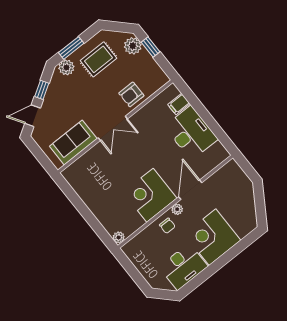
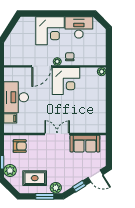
armchair: (131, 94) -> (20, 146), moved

